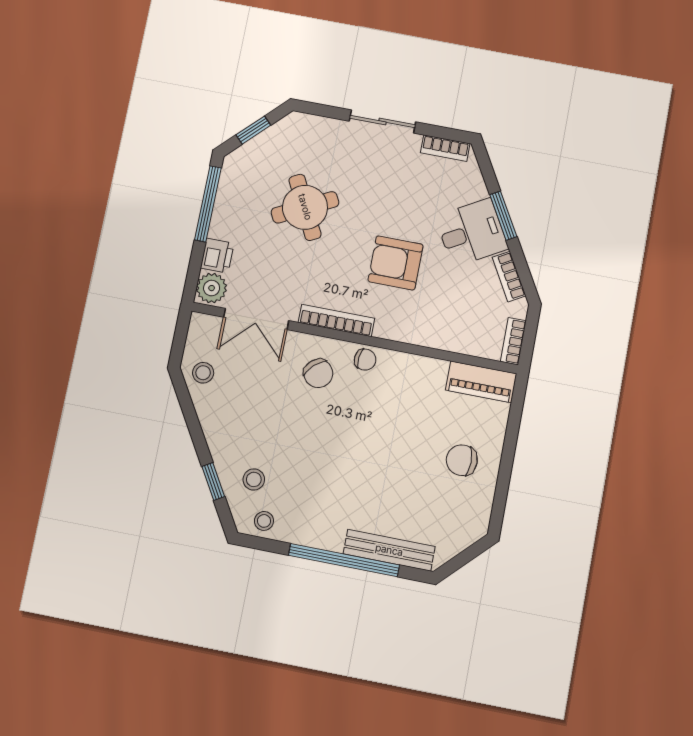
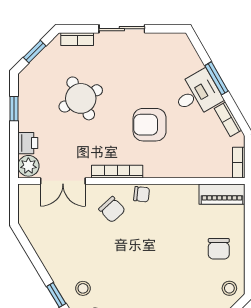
bookcase: (445, 148) -> (77, 39), moved
window: (208, 204) -> (14, 109), width x0.46
stool: (203, 373) -> (229, 288), moved
chair: (462, 460) -> (219, 249), turned -90

